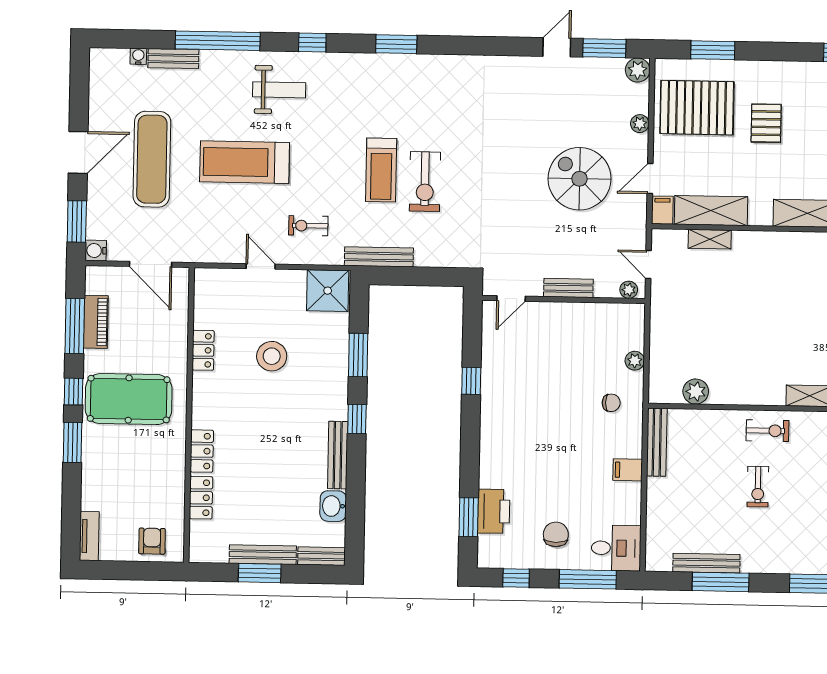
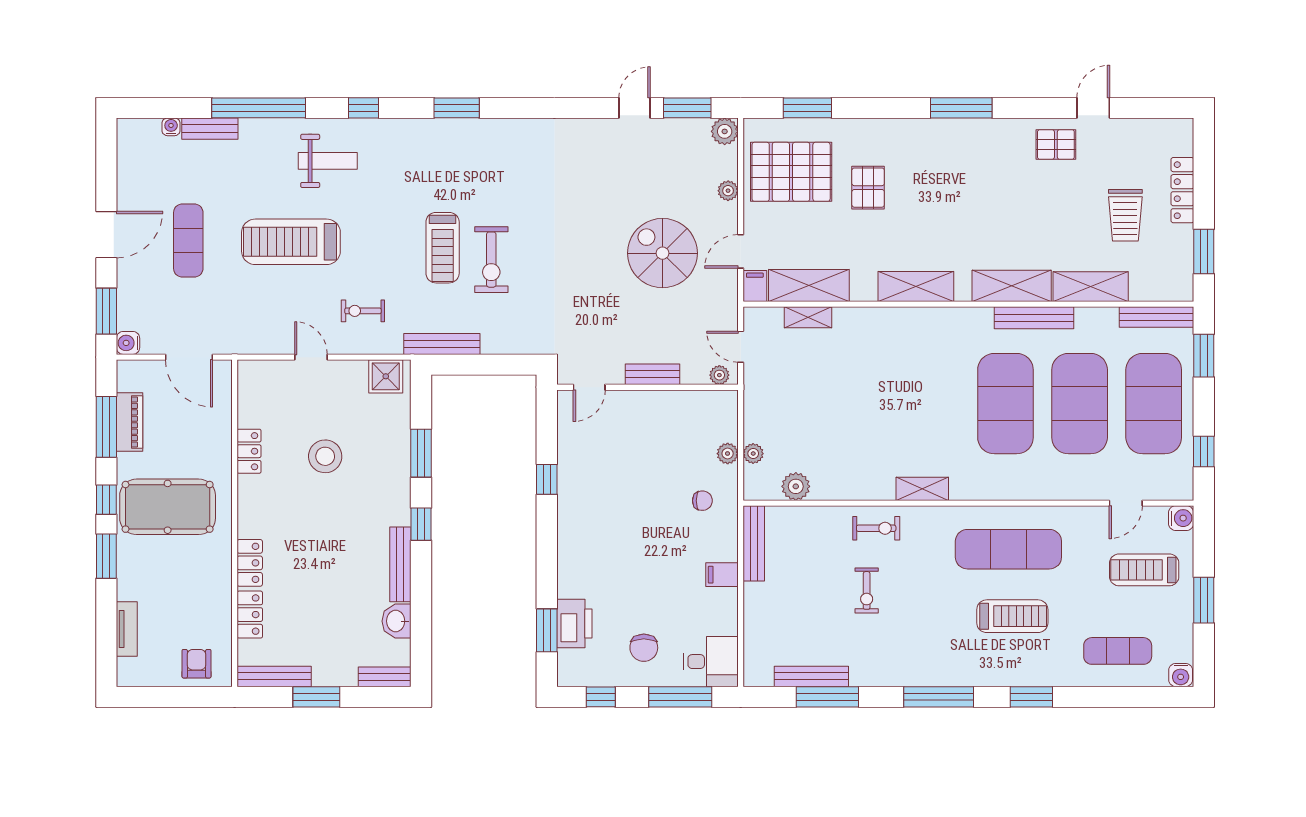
exercise mat: (152, 159) -> (188, 241), width x0.73, depth x0.69
shower: (328, 291) -> (386, 376), width x0.73, depth x0.73
plant: (658, 361) -> (753, 454), added
chair: (556, 534) -> (644, 648), turned 180
tv unit: (89, 536) -> (127, 629), moved
bench: (263, 555) -> (274, 676), moved

